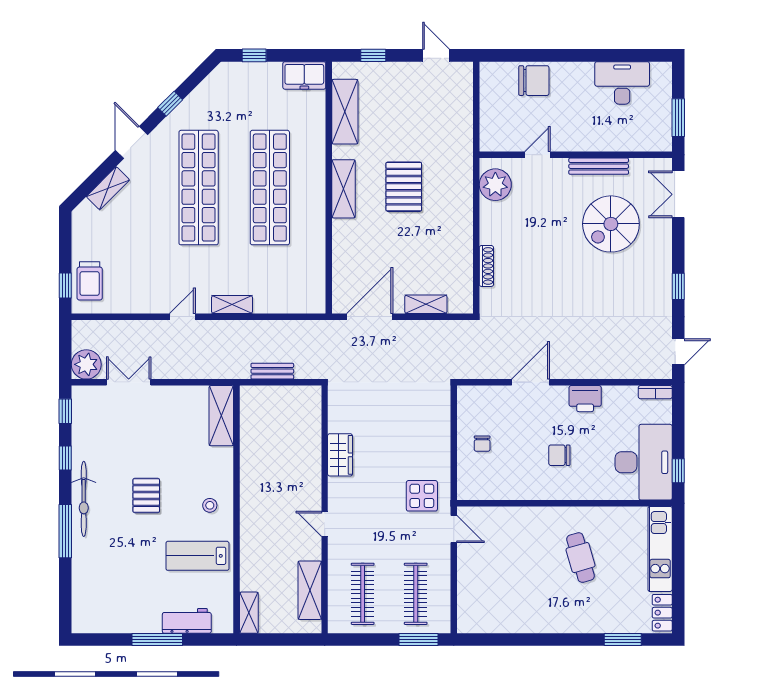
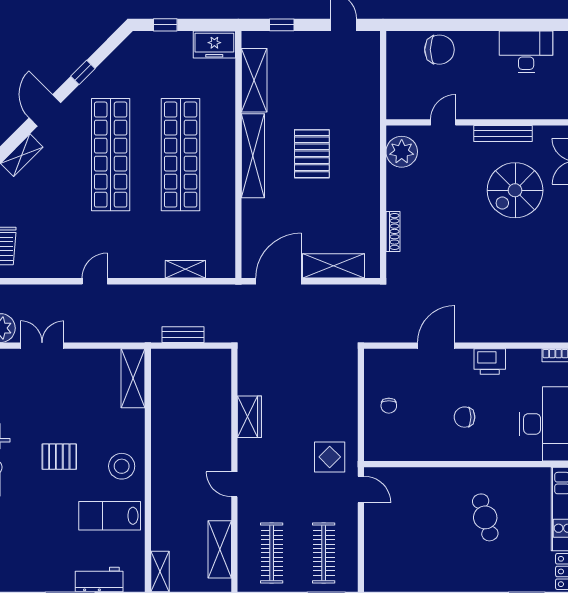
shelving: (344, 189) -> (253, 156), width x1.47
shelving: (426, 304) -> (334, 266), width x1.50, depth x1.33
shelving: (232, 305) -> (185, 269), moved
pallet: (146, 495) -> (59, 457), turned 90
stool: (210, 505) -> (122, 466), width x1.89, depth x1.89

